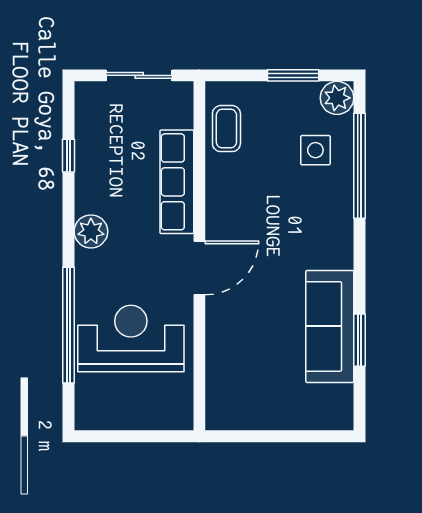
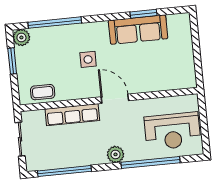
side table: (315, 150) -> (88, 59), moved
window: (68, 156) -> (64, 171), width x3.17
plant: (91, 231) -> (116, 154), moved
reception desk: (131, 339) -> (172, 131), moved, turned -90

